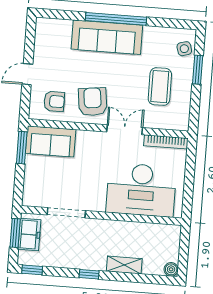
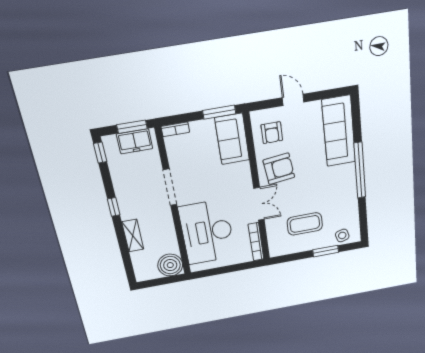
sofa: (107, 37) -> (339, 131), moved
bookcase: (28, 193) -> (175, 129), added
doorway: (66, 213) -> (170, 187), moved
boiler: (171, 269) -> (170, 265), moved, width x1.86, depth x1.86

